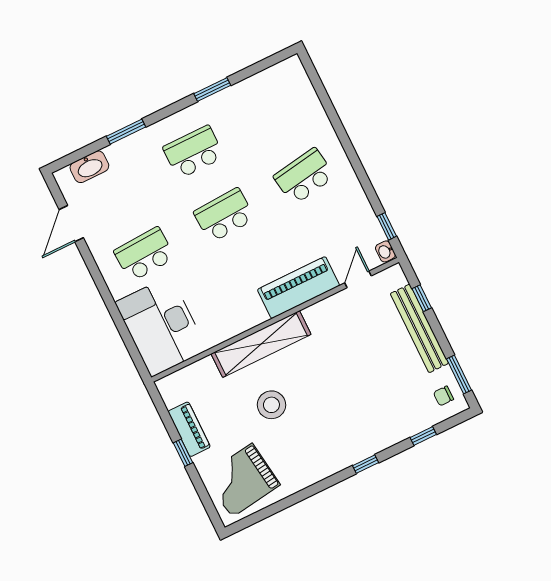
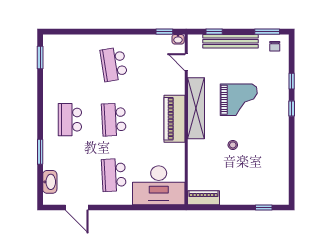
window: (212, 89) -> (40, 57), moved
piano: (298, 288) -> (175, 119), moved
shelving: (261, 344) -> (196, 108), moved
stool: (271, 405) -> (233, 145), width x0.53, depth x0.53
piano: (189, 429) -> (203, 198), moved
window: (423, 436) -> (292, 81), moved
window: (183, 453) -> (264, 208), moved
grand piano: (242, 480) -> (239, 100), moved, turned -82

